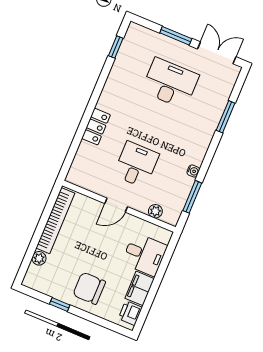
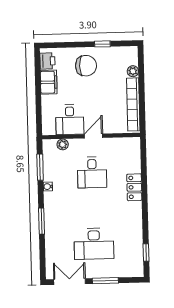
double door: (217, 53) -> (70, 282), swing flipped
window: (226, 117) -> (41, 221), moved
desk: (145, 254) -> (70, 120), moved, turned -90

